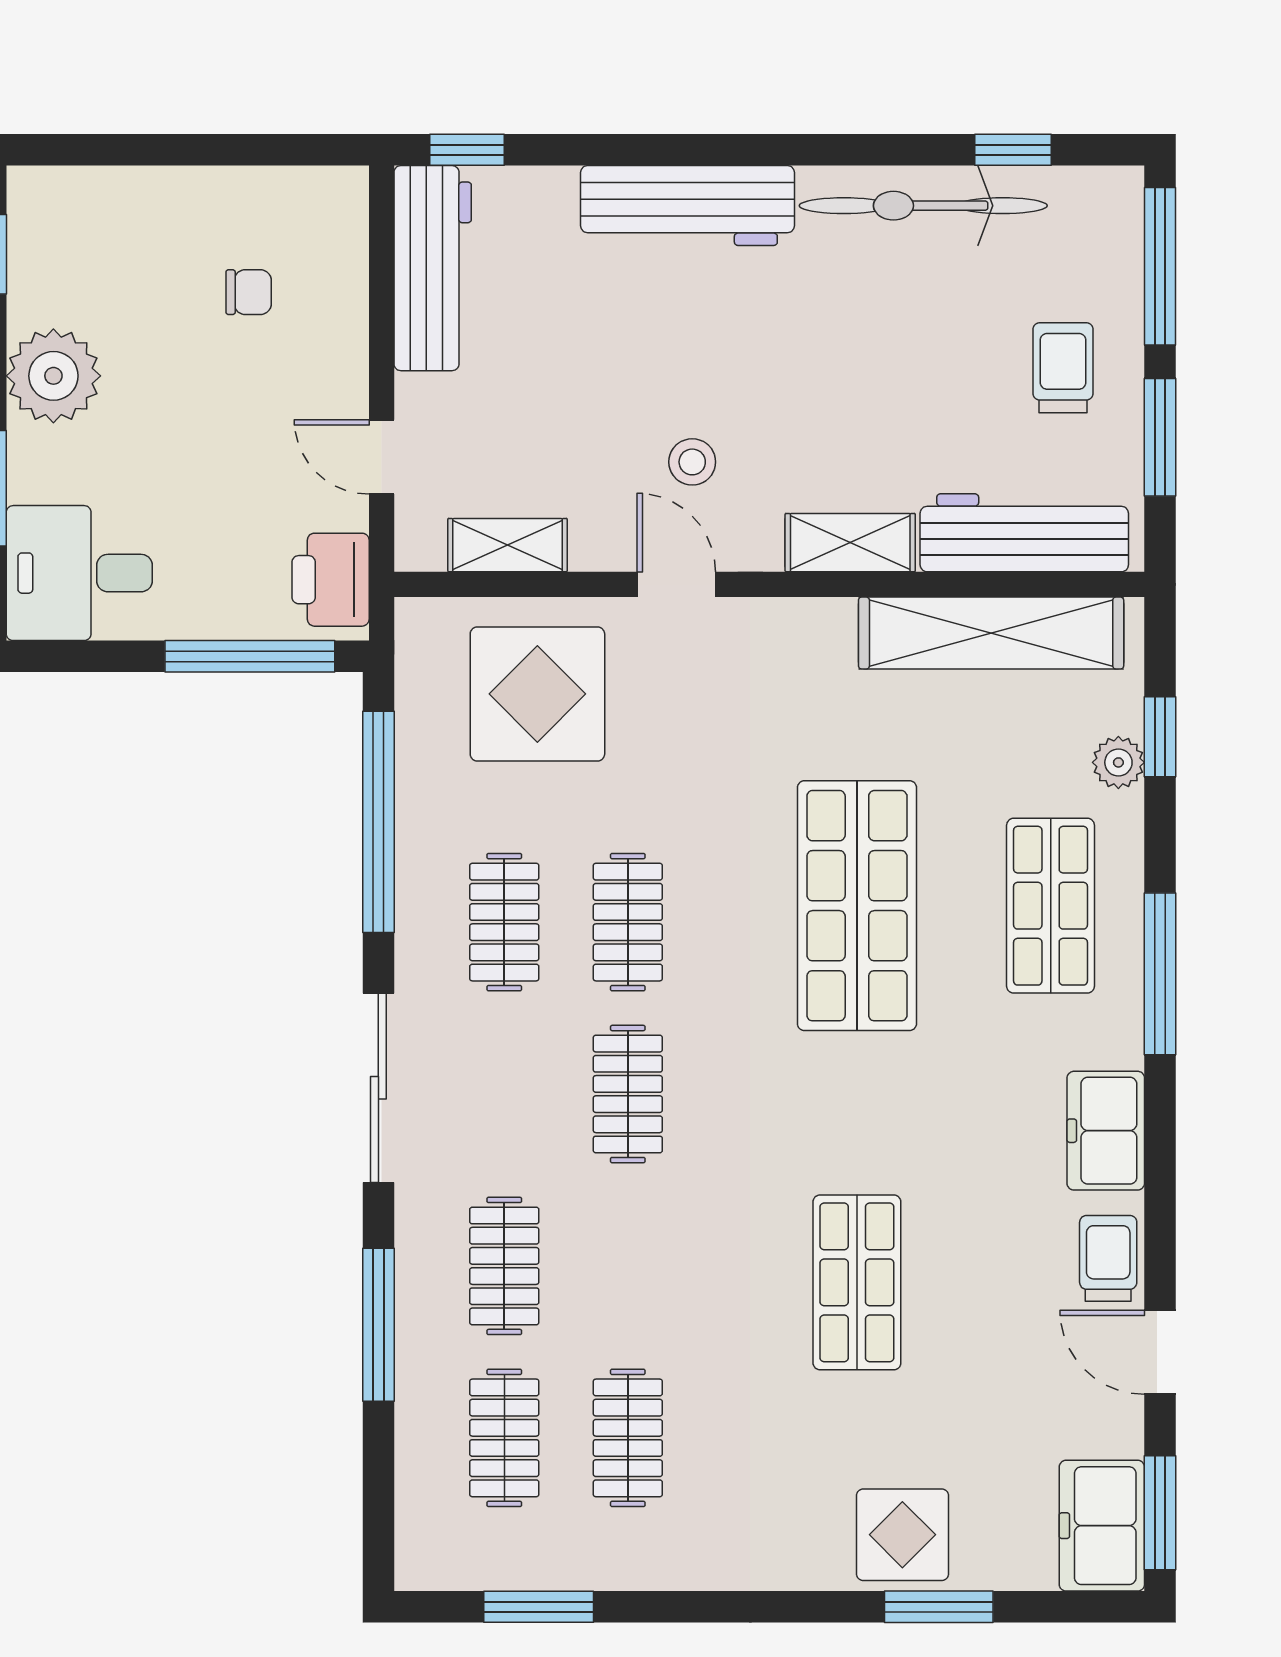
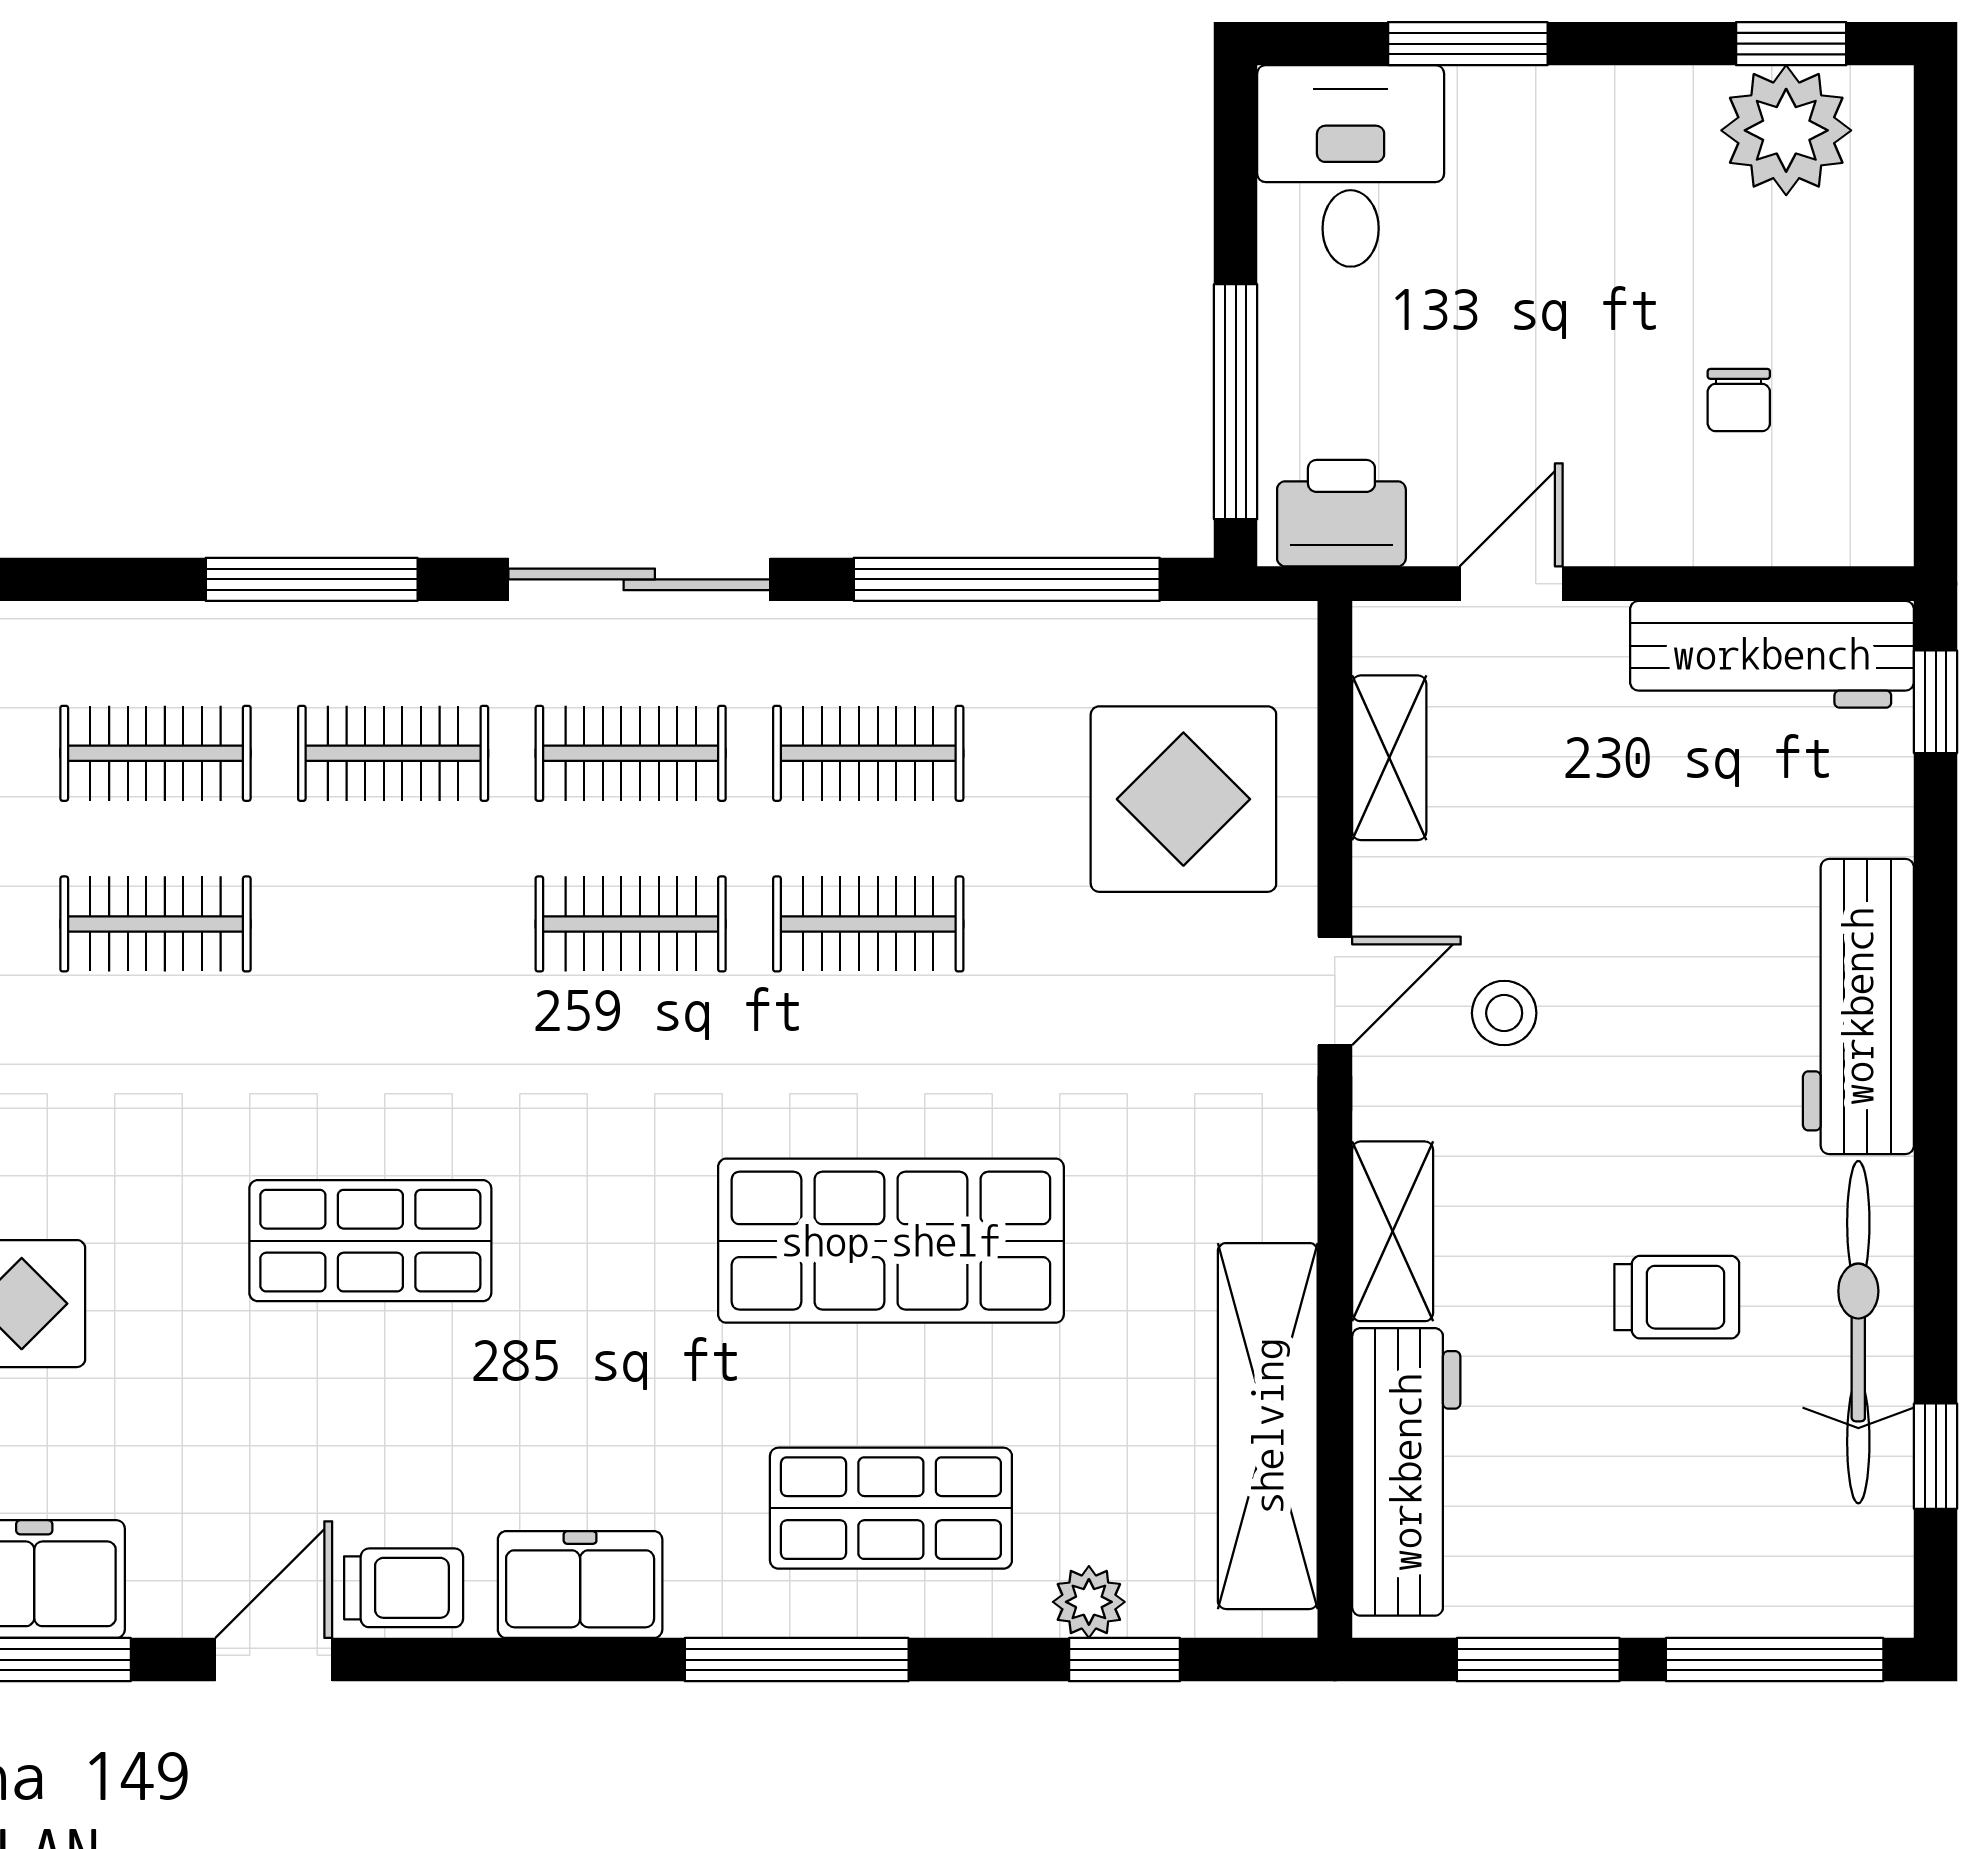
trolley: (1063, 368) -> (1677, 1297), moved
plant: (53, 376) -> (1786, 130), moved
clothes rail: (504, 1094) -> (631, 753), added

